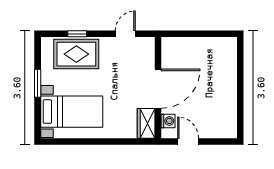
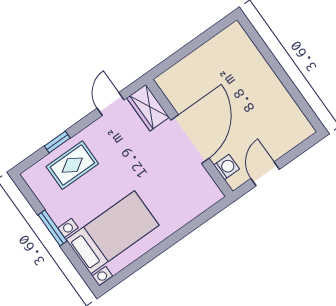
rug: (76, 54) -> (72, 165), width x0.73, depth x0.70
wardrobe: (146, 123) -> (148, 108), moved
door: (188, 141) -> (265, 174), hinge flipped

